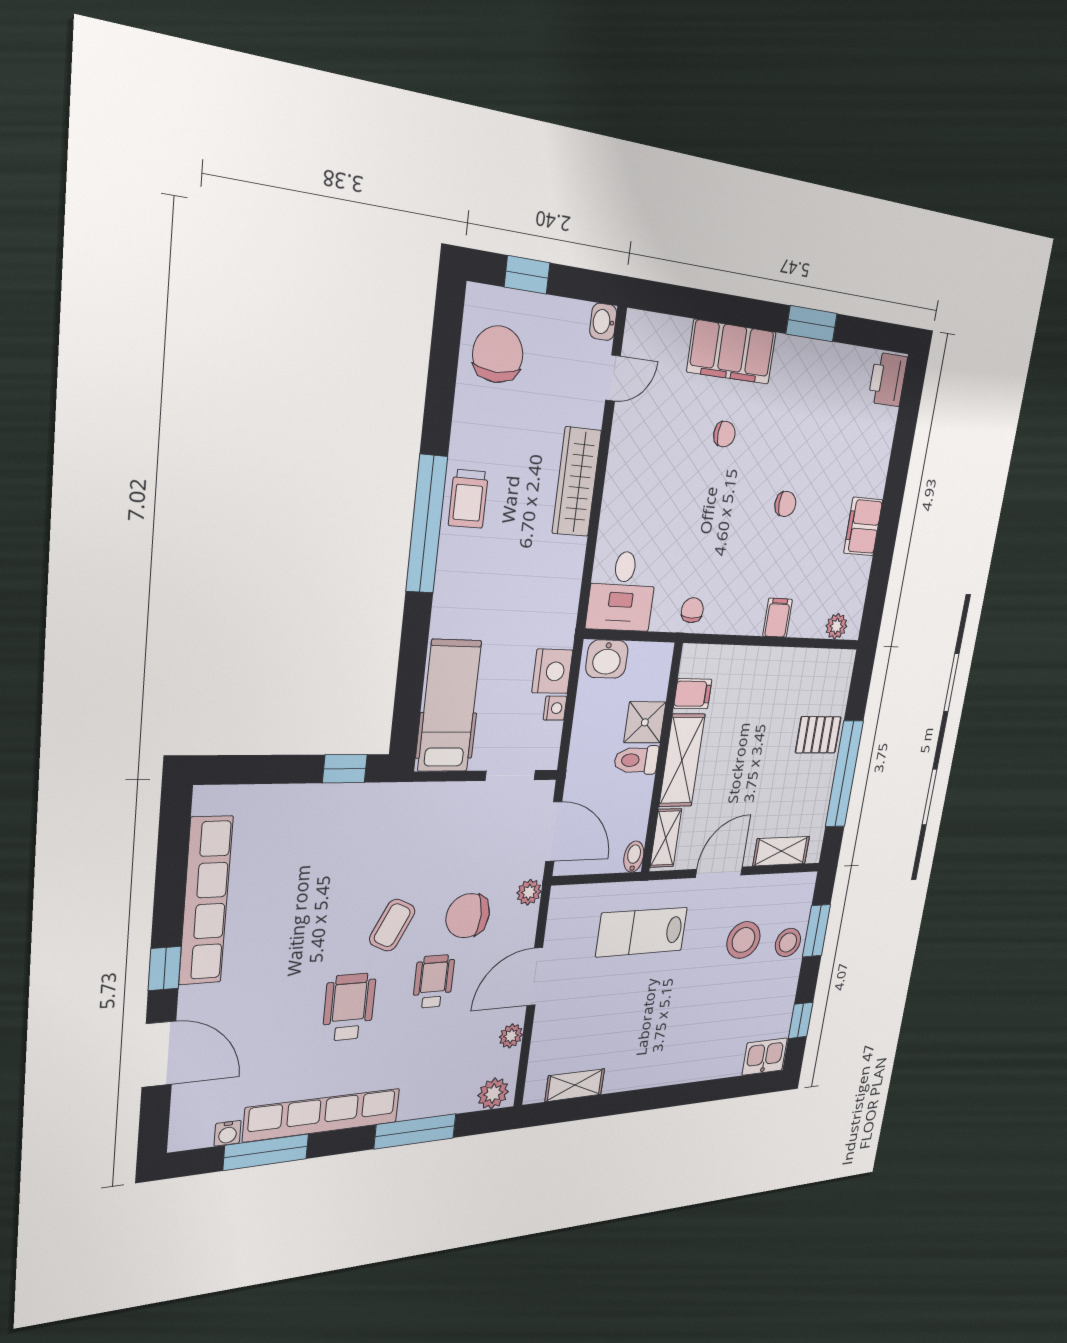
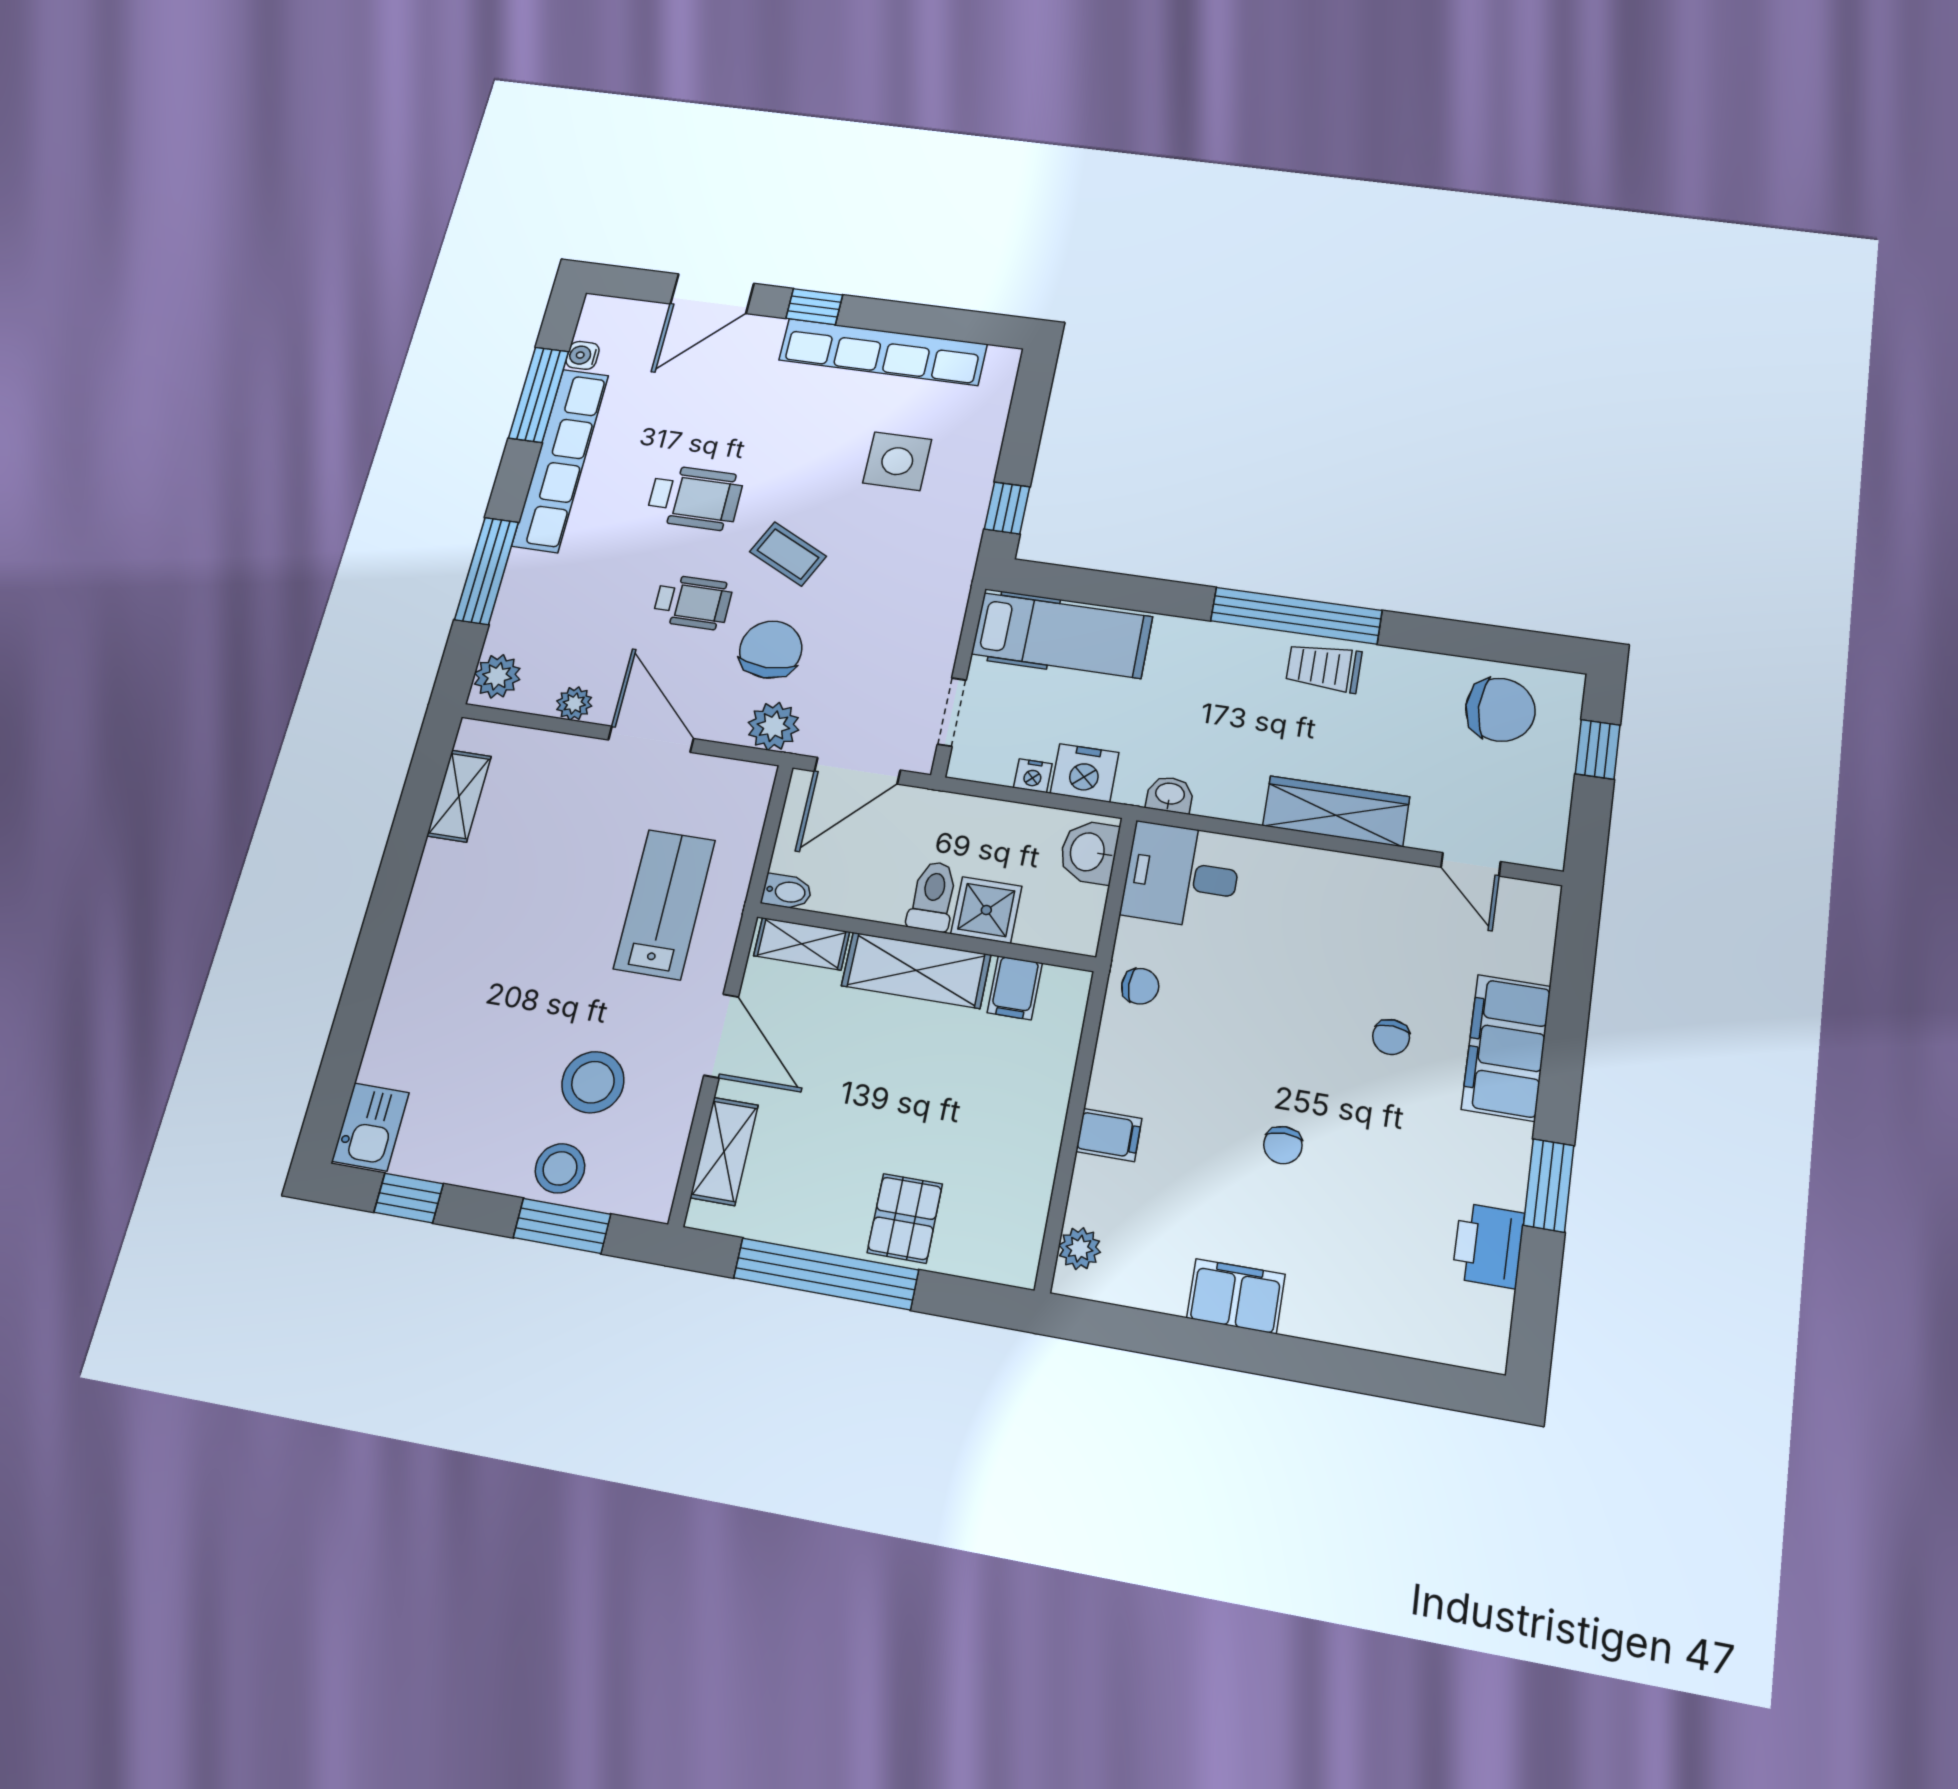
washbasin: (603, 322) -> (1170, 795), moved
printer: (888, 380) -> (1488, 1245), moved, turned -90
side table: (308, 864) -> (897, 461), added
plant: (529, 892) -> (773, 726), width x1.38, depth x1.38

